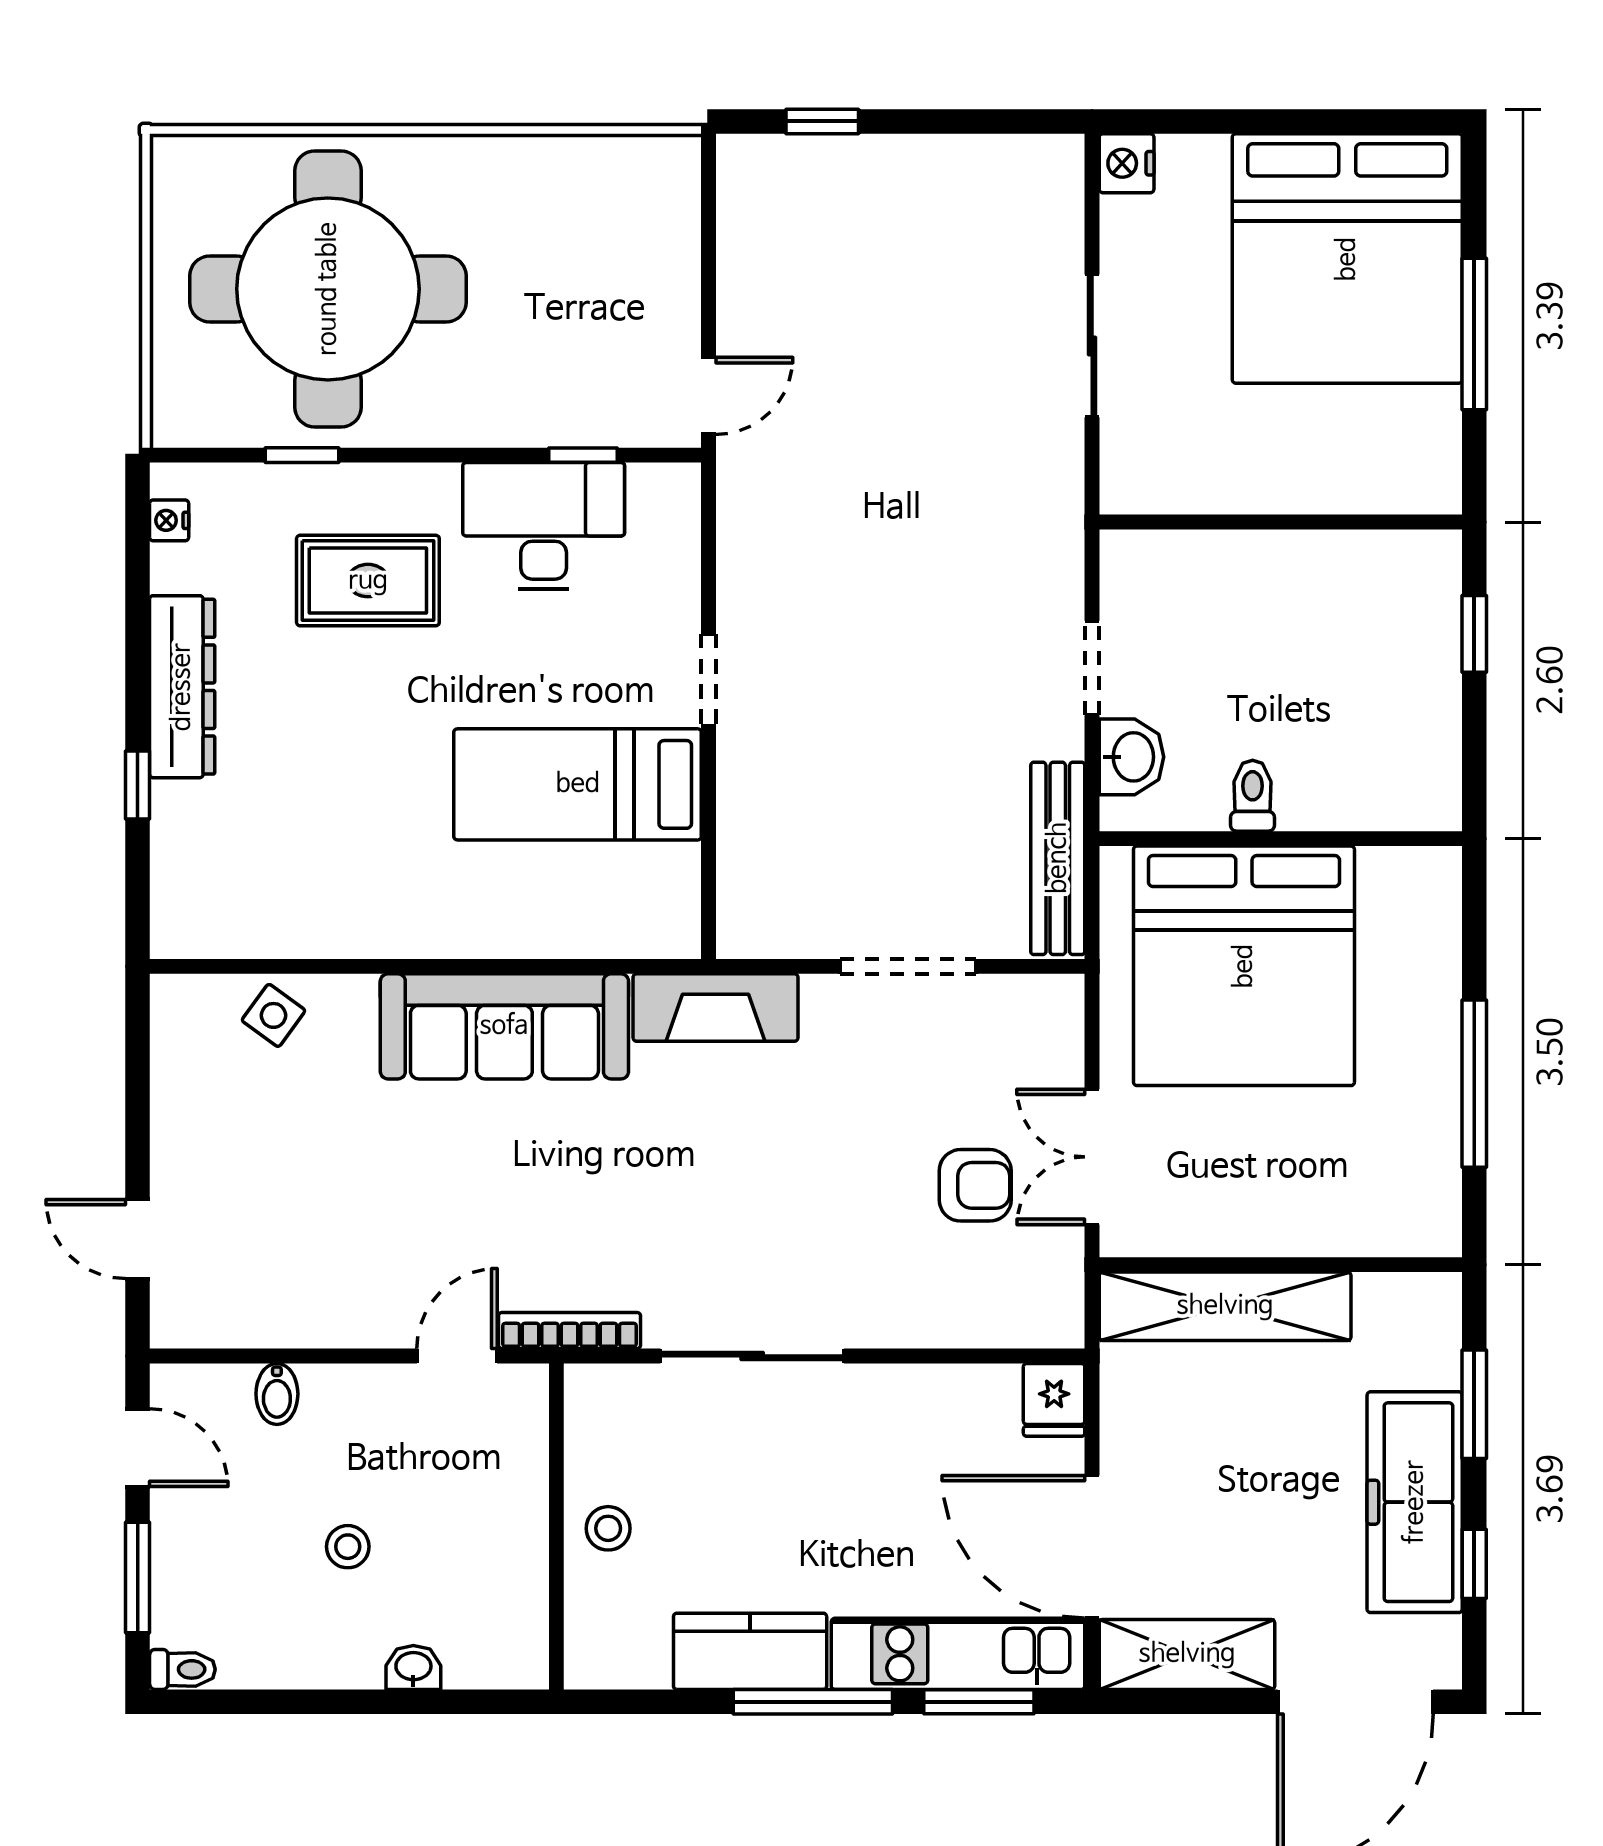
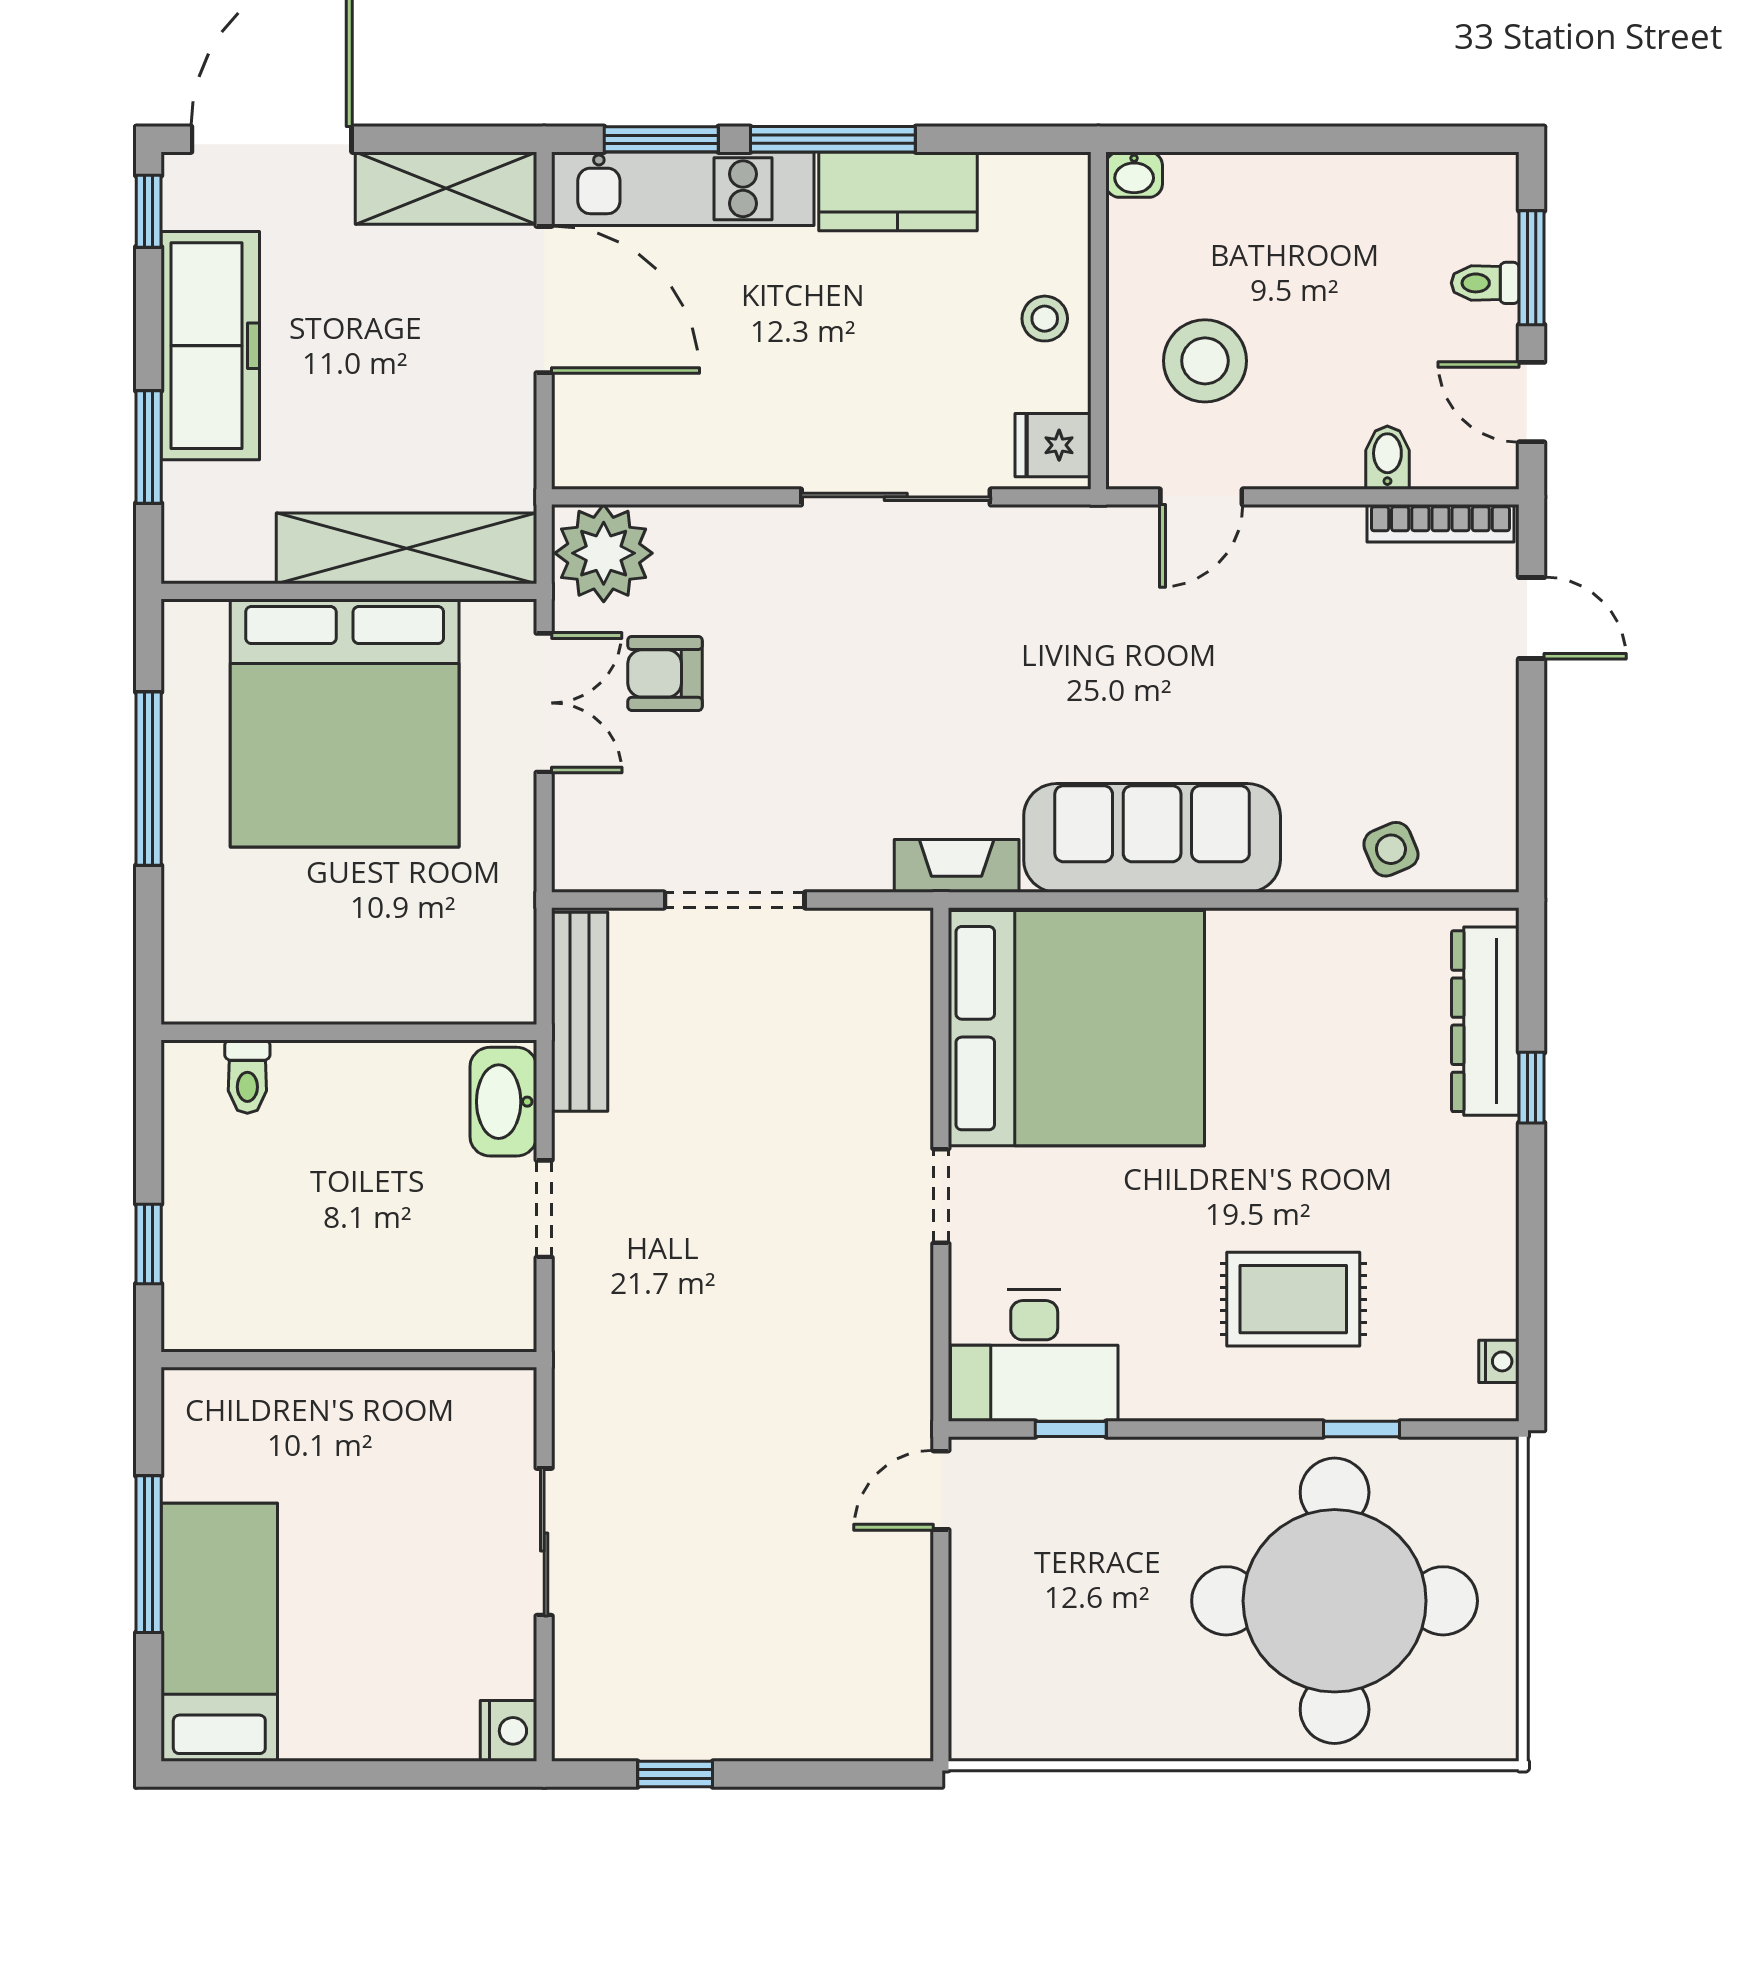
window: (822, 121) -> (675, 1774), moved
bed: (1347, 259) -> (219, 1632), width x0.49
desk: (544, 526) -> (1034, 1356), moved
dresser: (182, 687) -> (1485, 1021), moved
washbasin: (1131, 757) -> (503, 1102), width x1.38
bed: (578, 784) -> (1076, 1028), width x2.04
toilet: (1253, 796) -> (247, 1077), moved
bed: (1244, 966) -> (345, 723), moved, turned 180
fireplace: (716, 1008) -> (957, 866), width x0.73, depth x0.76
side table: (273, 1015) -> (1391, 849), turned 31
plant: (1035, 1302) -> (604, 553), added
bookcase: (570, 1330) -> (1440, 523), moved
fridge: (1054, 1400) -> (1053, 445), moved, turned -90
stool: (348, 1547) -> (1205, 361), moved, width x1.89, depth x1.89
window: (1474, 1564) -> (149, 211), moved
washbasin: (413, 1667) -> (1134, 175), moved
toilet: (182, 1669) -> (1485, 283), moved

